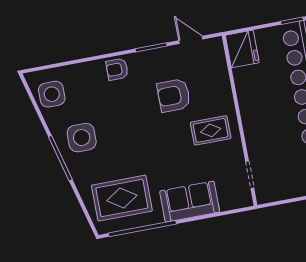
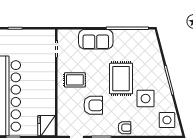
side table: (82, 138) -> (146, 99), moved
rug: (122, 198) -> (121, 79), moved, turned 90

